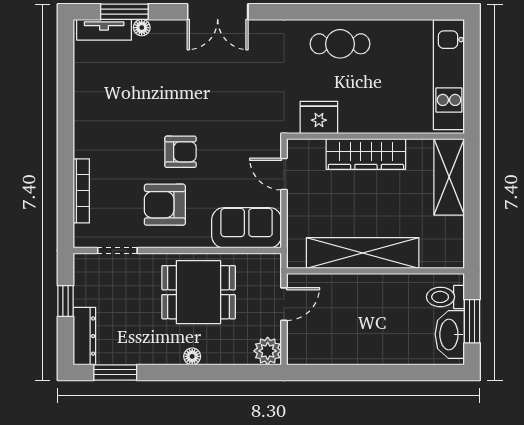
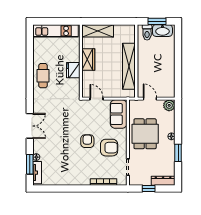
fridge: (319, 117) -> (73, 70), moved
wardrobe: (366, 154) -> (88, 60), width x0.67
door: (284, 174) -> (96, 99), swing flipped
armchair: (165, 205) -> (109, 148), turned -90
window: (115, 372) -> (178, 153), moved

